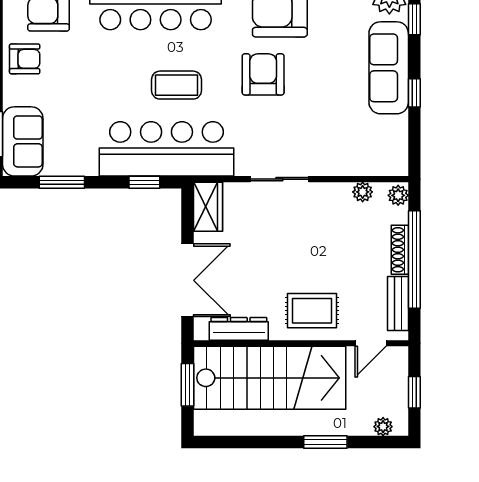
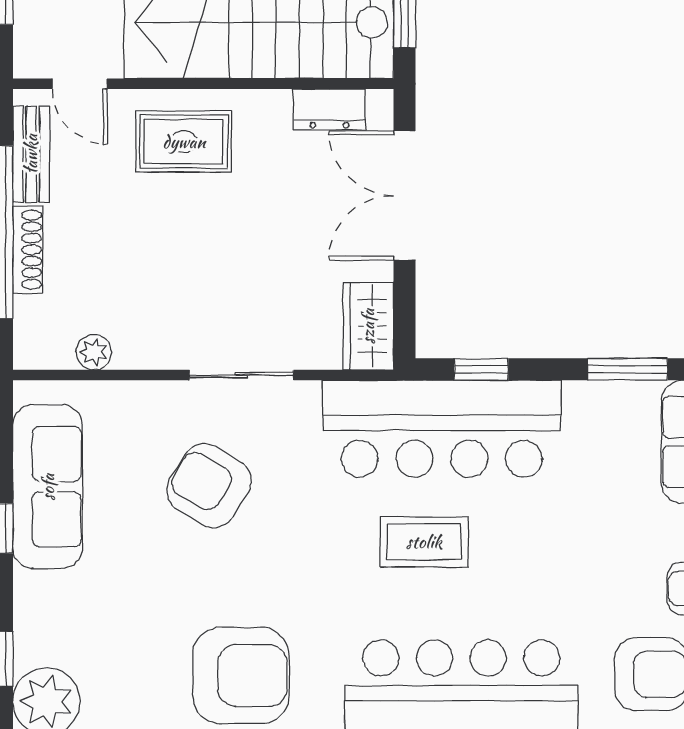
sofa: (389, 68) -> (48, 487), moved
armchair: (263, 74) -> (209, 486), moved, turned 121
plant: (398, 195) -> (31, 346), removed
dresser: (239, 329) -> (329, 109), width x0.70
door: (371, 343) -> (80, 84), swing flipped

